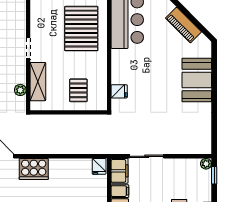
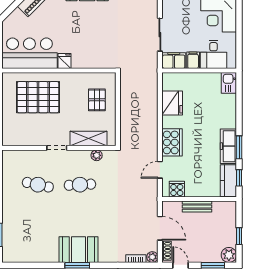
pallet: (78, 90) -> (97, 100), turned 90
fridge: (119, 91) -> (64, 61), moved
fridge: (99, 166) -> (172, 103), moved, width x1.88, depth x1.34

